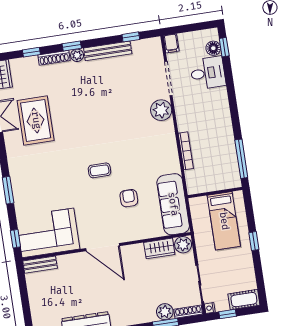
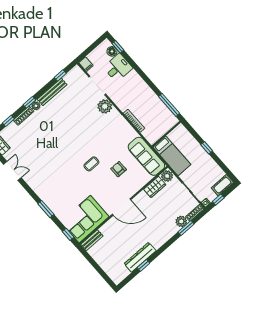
rug: (36, 120) -> (36, 159), removed
bed: (224, 221) -> (172, 156), moved

